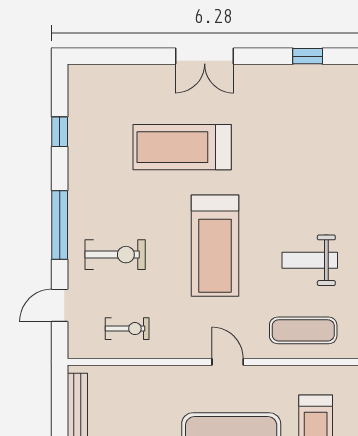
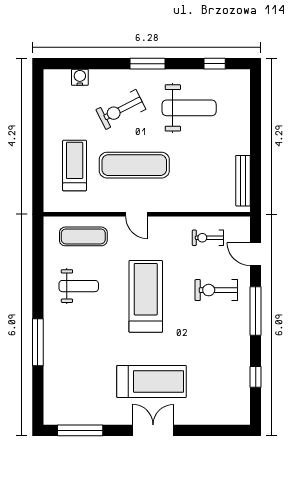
window: (308, 56) -> (80, 430), width x2.17
treadmill: (182, 147) -> (152, 381), moved
door: (60, 305) -> (256, 254), swing flipped

